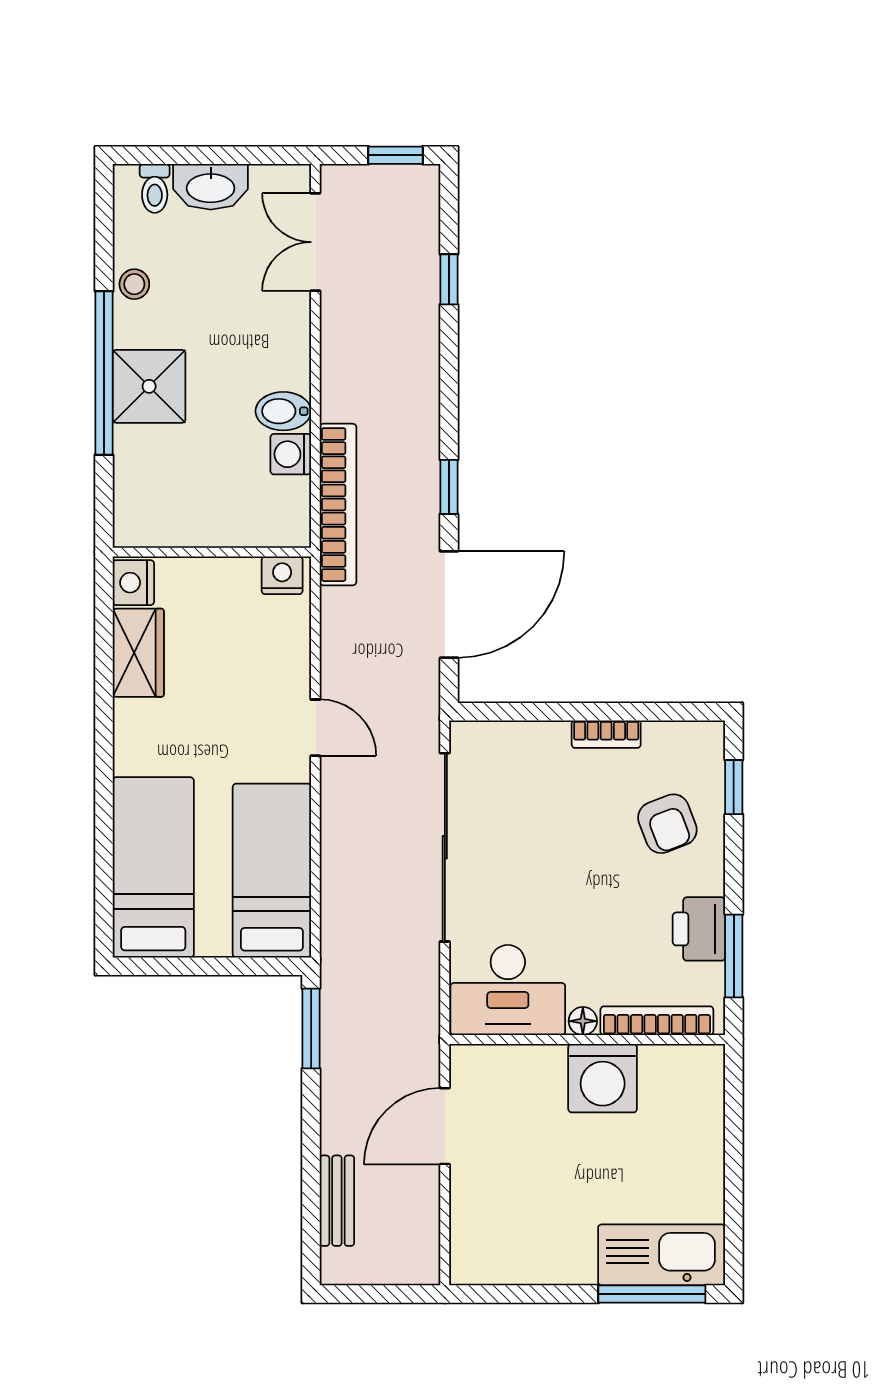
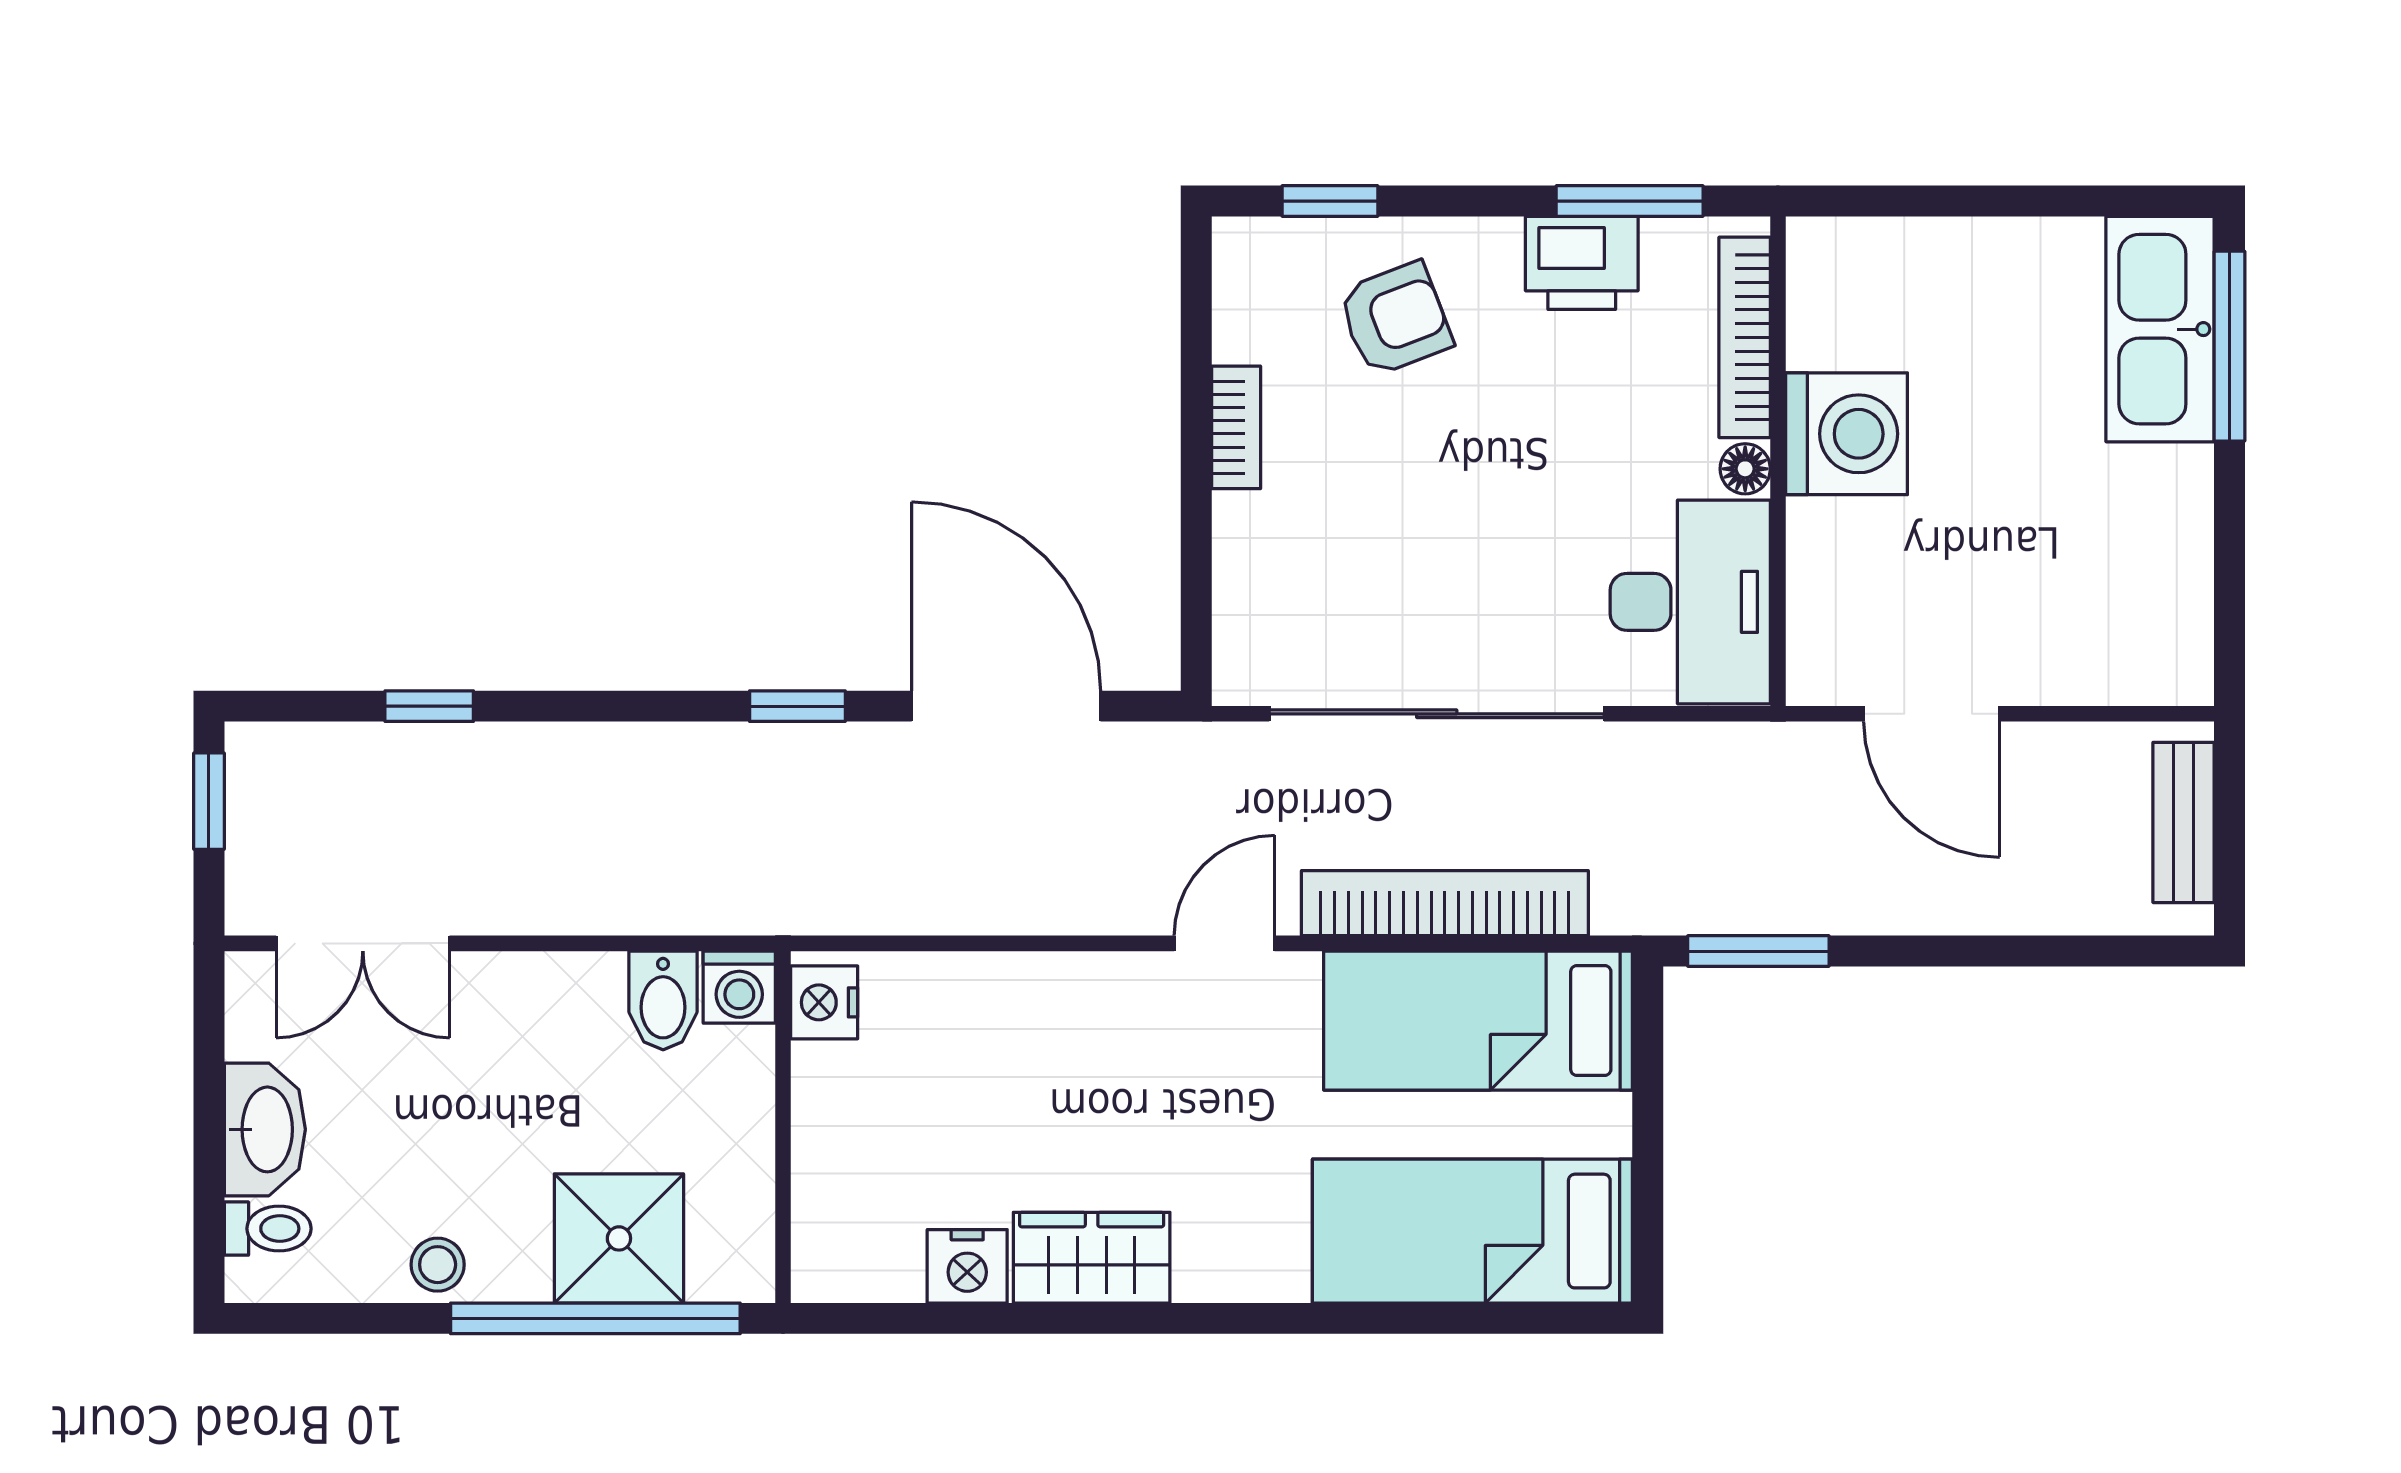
bookcase: (338, 505) -> (1445, 903), moved
wall: (212, 552) -> (783, 1127), moved
nightstand: (282, 575) -> (824, 1002), moved
bench: (337, 1201) -> (2184, 822), moved, turned 90

